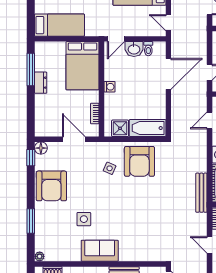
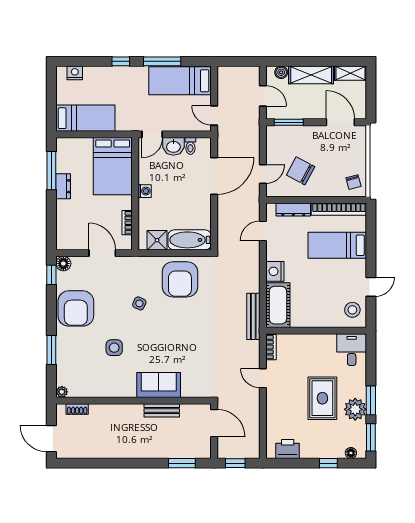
side table: (110, 168) -> (139, 303), moved
sofa: (100, 251) -> (159, 385), moved

